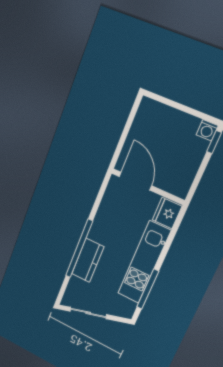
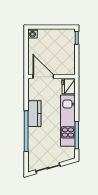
washing machine: (207, 130) -> (32, 33), moved
kitchen counter: (88, 260) -> (34, 114), moved

